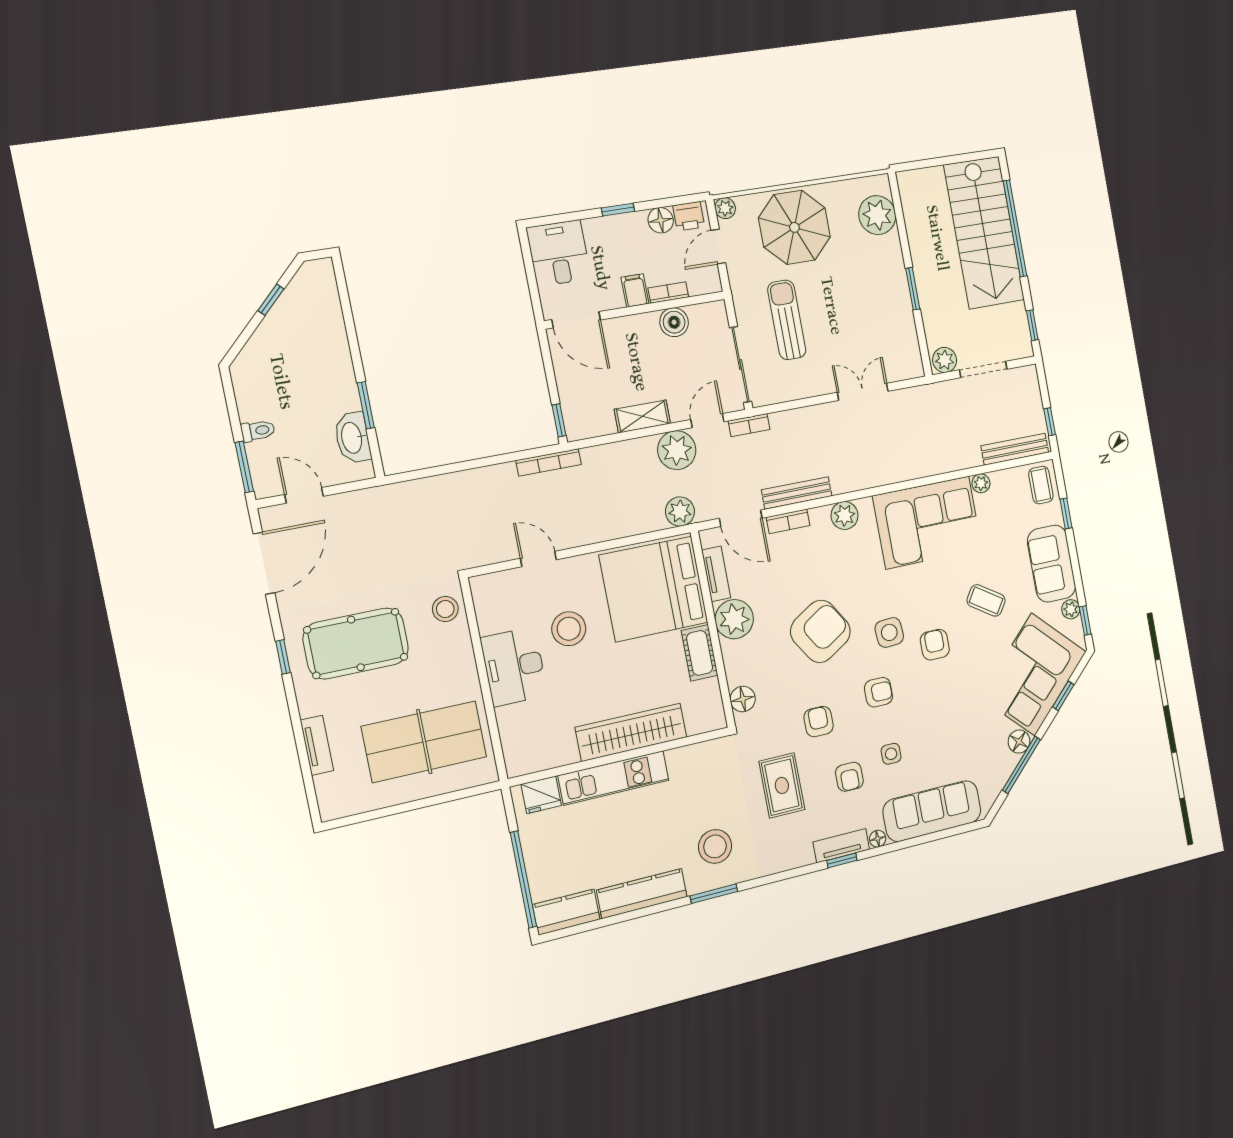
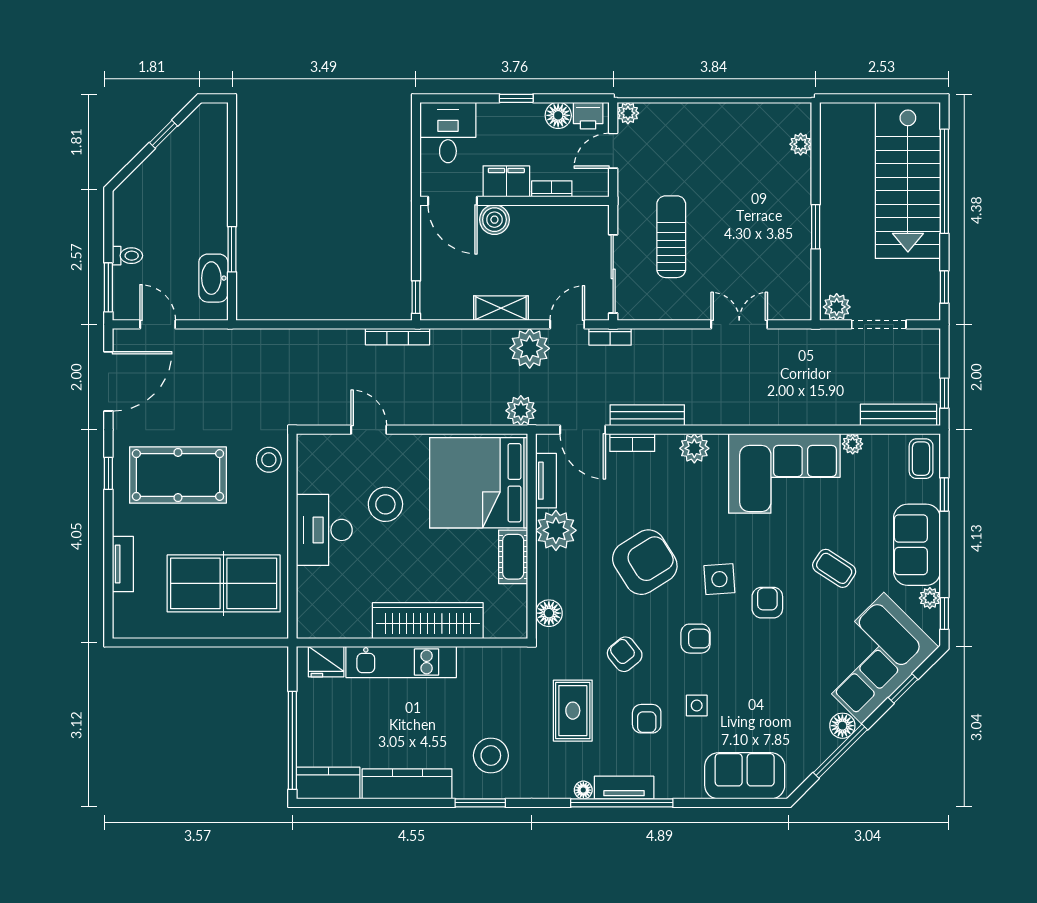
plant: (877, 215) -> (801, 144), width x0.53, depth x0.53
parasol: (794, 227) -> (698, 144), removed
filing cabinet: (635, 290) -> (506, 181), width x2.00
boiler: (674, 322) -> (494, 220), moved
armchair: (819, 722) -> (625, 654), turned -39
sofa: (932, 811) -> (745, 776), width x0.73
floor lamp: (878, 839) -> (583, 790), moved
window: (842, 860) -> (622, 803), width x3.17

